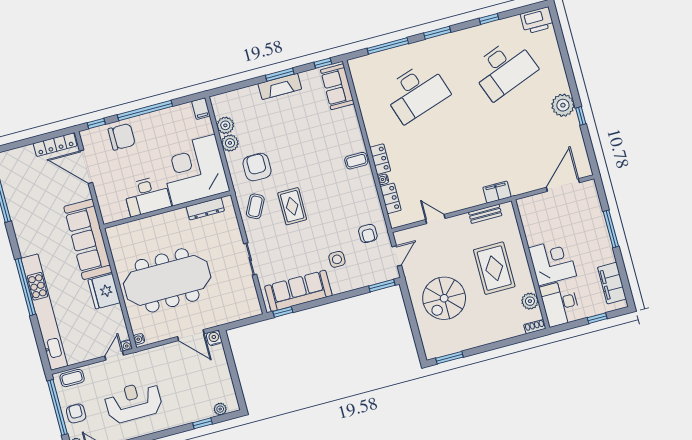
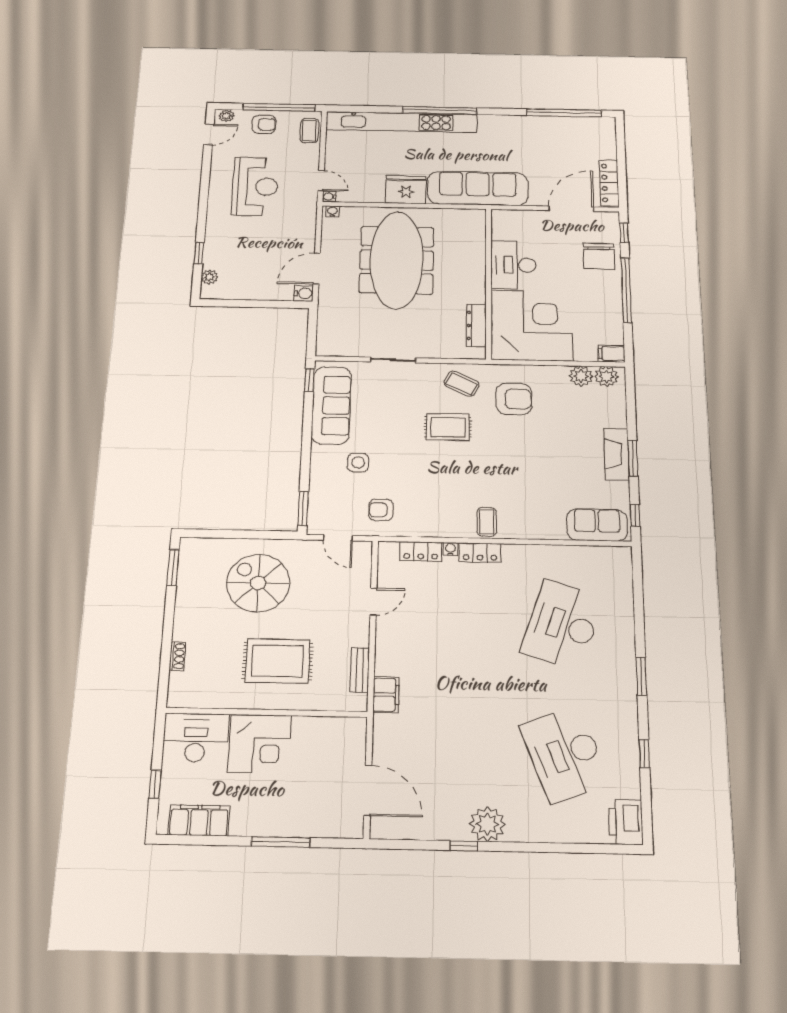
window: (388, 46) -> (639, 605), removed
desk: (416, 92) -> (562, 625), turned 36
plant: (230, 143) -> (606, 377), moved
plant: (530, 301) -> (214, 697), removed
shoe rack: (535, 327) -> (178, 656), moved

